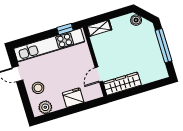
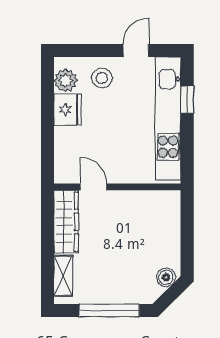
shelving: (99, 28) -> (63, 276), moved
window: (65, 29) -> (187, 100), moved
fridge: (73, 98) -> (68, 110), moved

